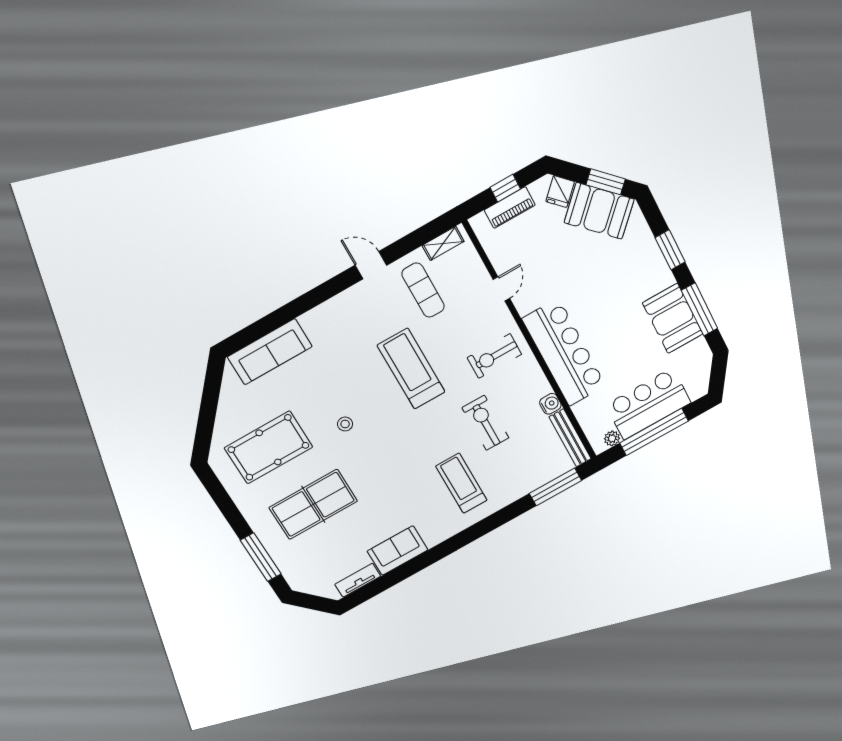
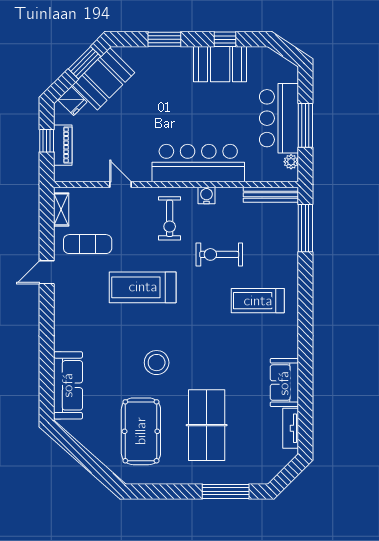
window: (700, 309) -> (225, 39), width x0.46
water cooler: (550, 404) -> (206, 195), moved
stool: (345, 424) -> (157, 363), width x1.89, depth x1.89
window: (654, 432) -> (305, 125), width x0.68

